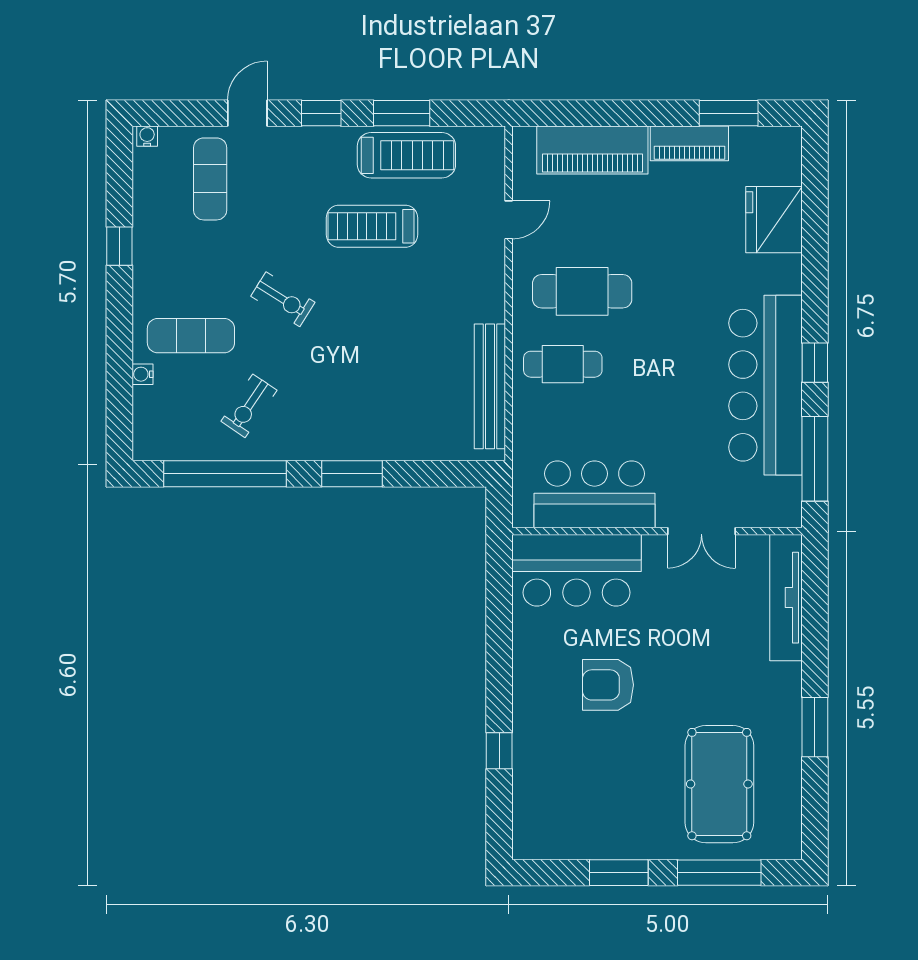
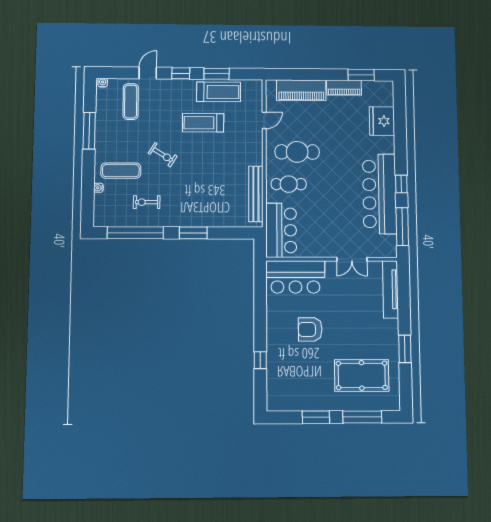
window: (119, 246) -> (89, 131), width x2.17
exercise bike: (249, 406) -> (147, 202), turned 56
bar counter: (594, 494) -> (281, 230), moved, turned 90
pool table: (719, 784) -> (362, 375), turned 90

